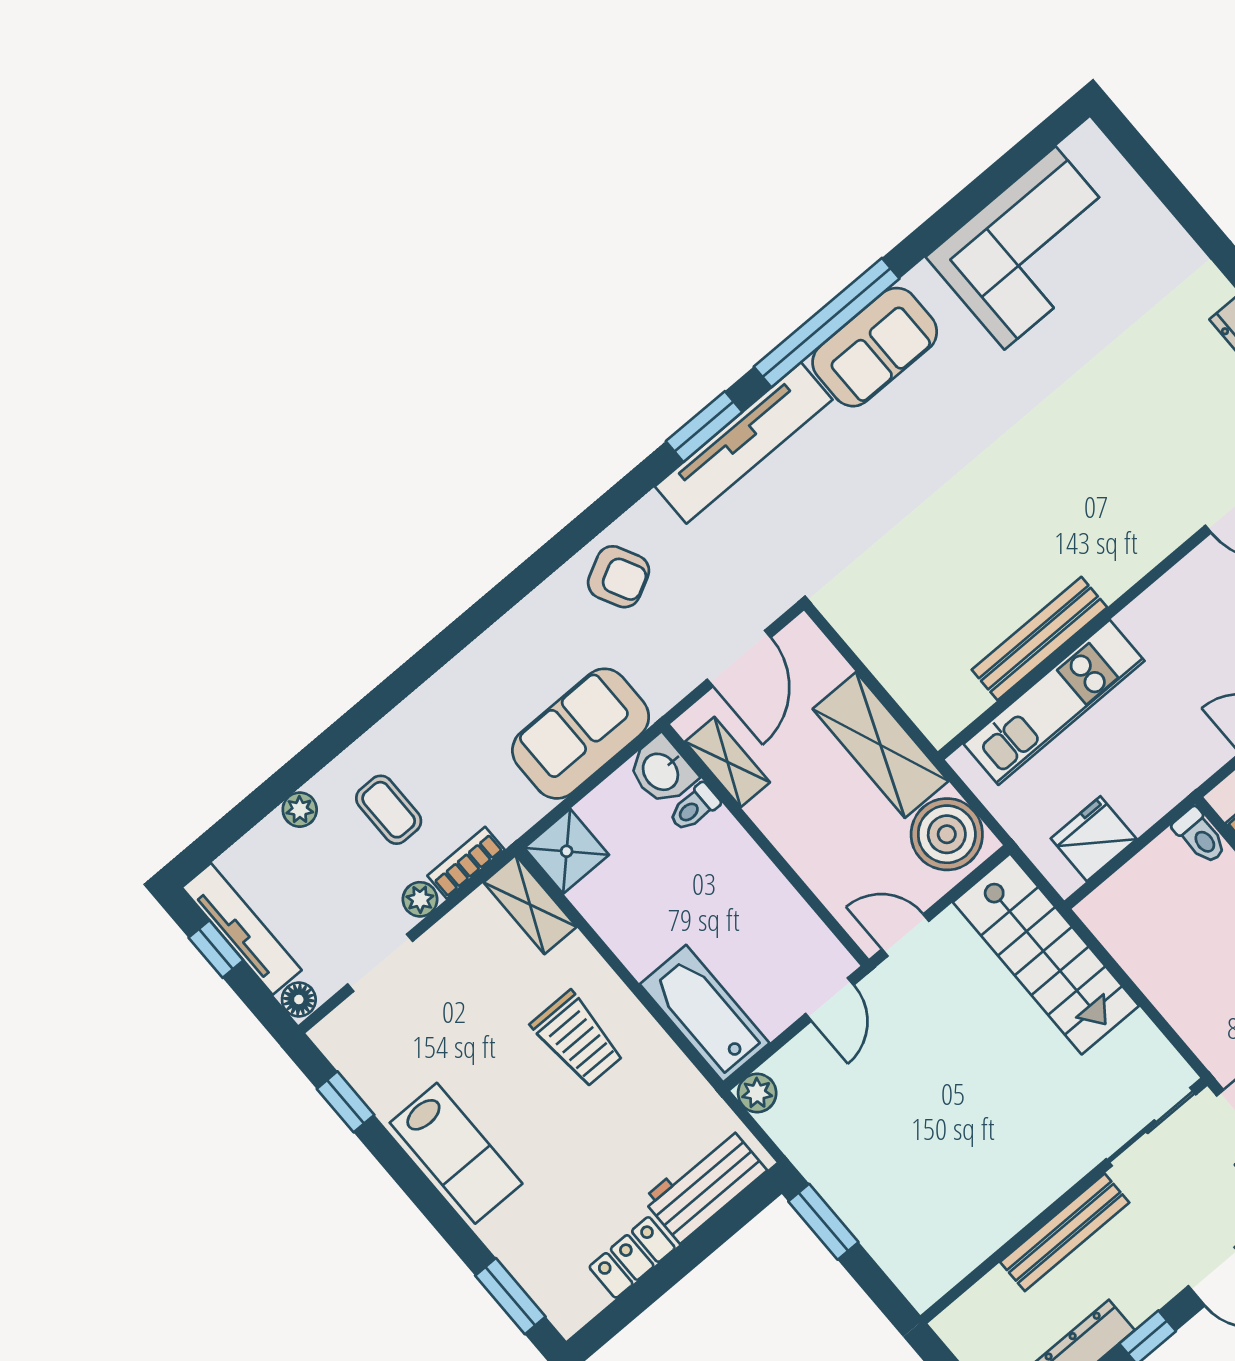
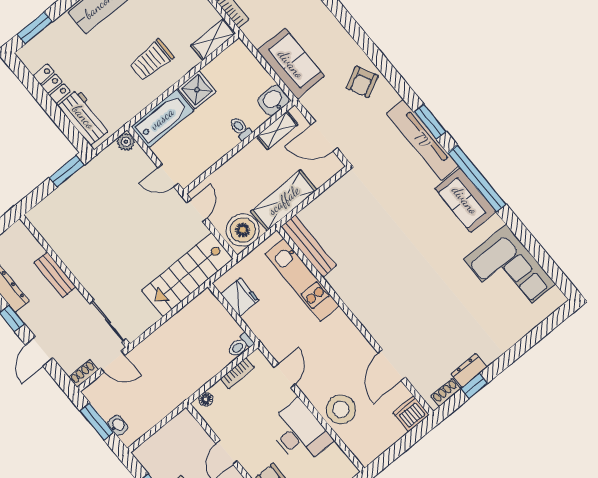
bench: (1039, 639) -> (309, 246), moved
toilet: (694, 808) -> (240, 128), moved
shower: (567, 851) -> (197, 90), moved
bench: (1065, 1232) -> (55, 275), width x0.73

